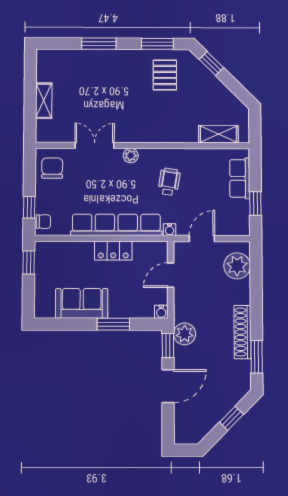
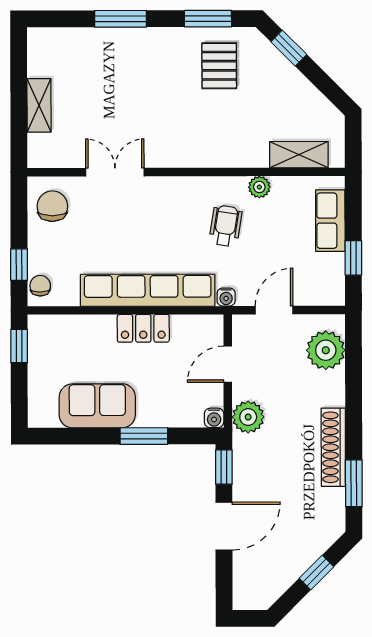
plant: (131, 156) -> (259, 187), moved
chair: (43, 222) -> (40, 286), turned -90
plant: (185, 334) -> (248, 417), moved

